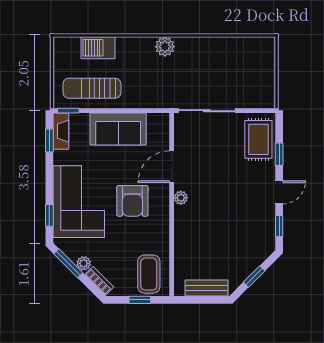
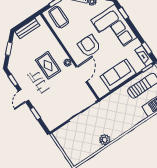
plant: (165, 47) -> (105, 140), moved
rug: (258, 139) -> (48, 65), moved

